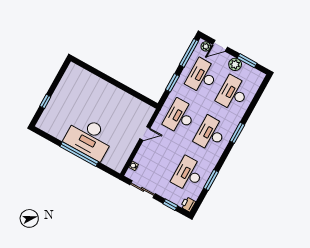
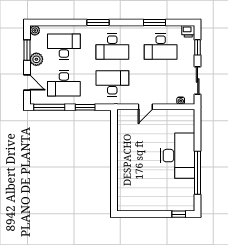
plant: (206, 46) -> (35, 30), moved
desk: (233, 93) -> (64, 47), turned 180
window: (45, 101) -> (179, 214), moved
desk: (180, 117) -> (112, 83), turned 180
door: (145, 133) -> (145, 107), swing flipped
window: (79, 154) -> (198, 173), moved

